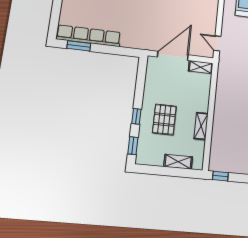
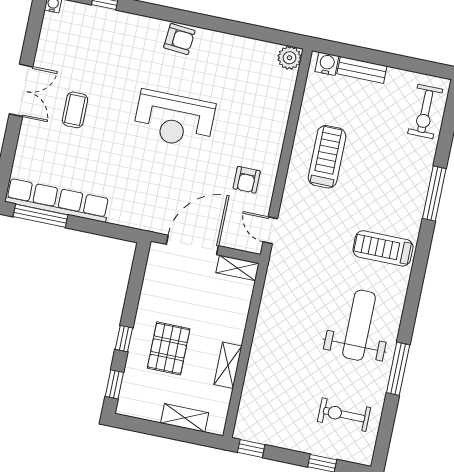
armchair: (201, 15) -> (247, 180), added
window: (79, 46) -> (40, 216), width x1.44

